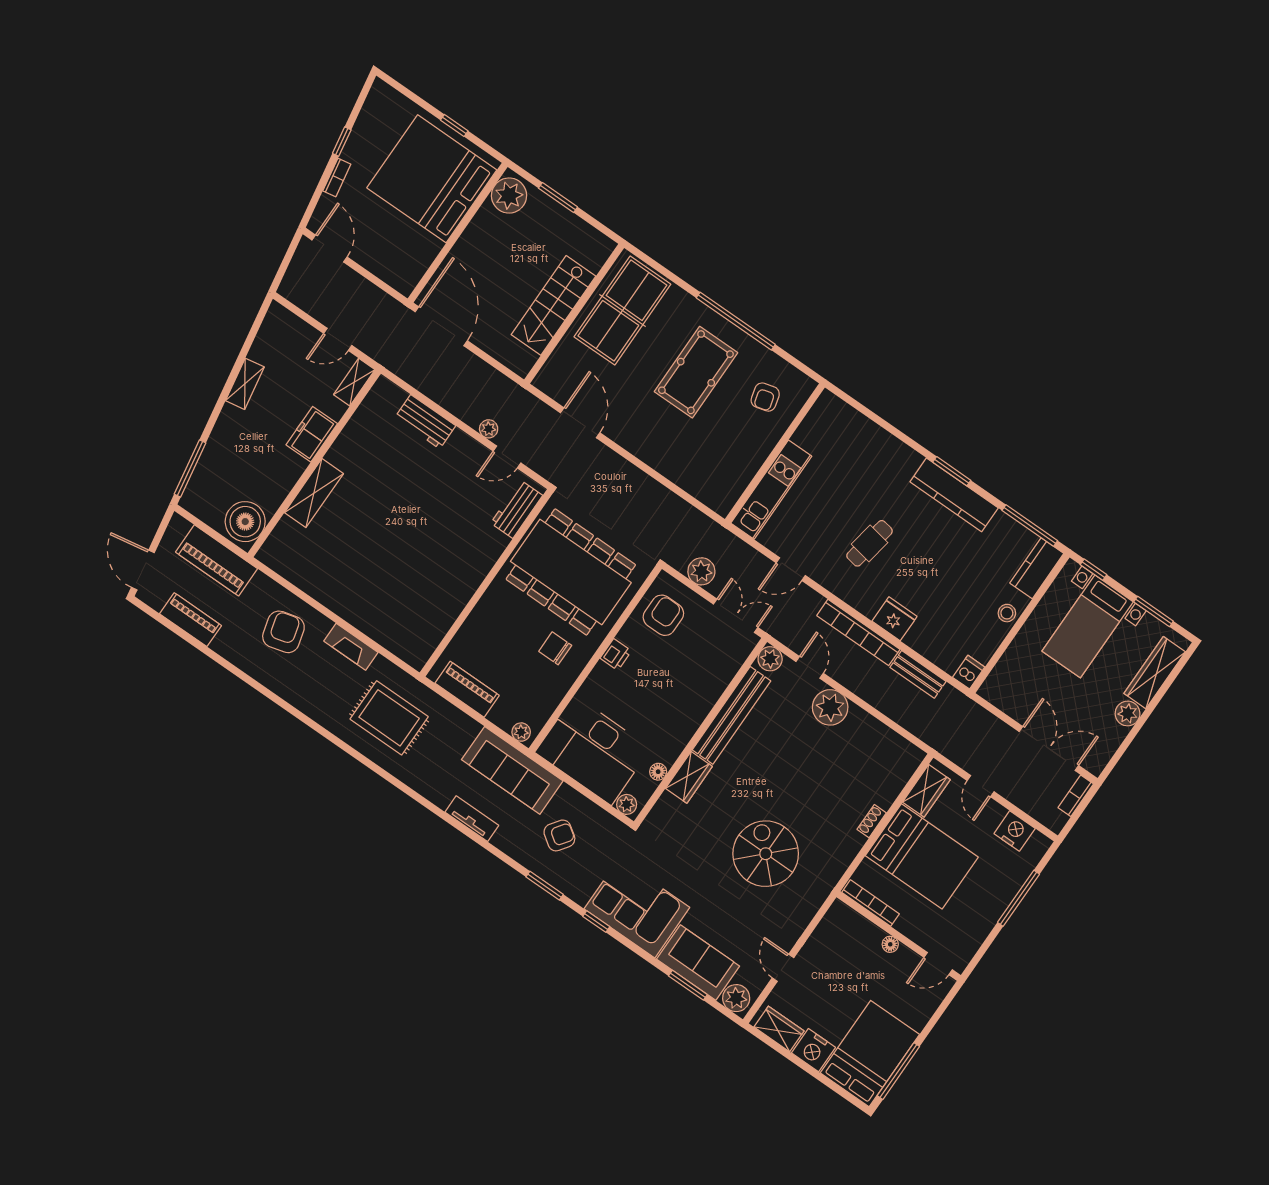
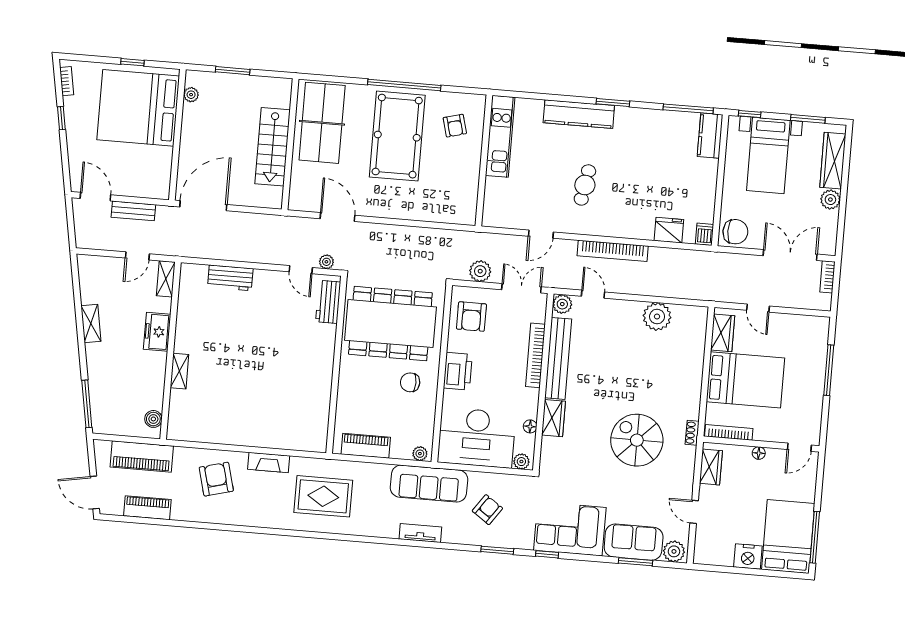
bookcase: (337, 178) -> (67, 81), moved
plant: (509, 196) -> (191, 95), width x0.53, depth x0.53
door: (441, 326) -> (203, 206), hinge flipped
pool table: (696, 372) -> (397, 136), width x1.36, depth x1.32
plant: (489, 429) -> (326, 262), moved
door: (507, 457) -> (301, 270), hinge flipped
kitchen unit: (771, 490) -> (500, 136), moved
shelving: (314, 493) -> (179, 371), width x0.67, depth x0.75
kitchen counter: (954, 495) -> (579, 114), moved
boiler: (245, 522) -> (153, 419), width x0.54, depth x0.54
stool: (1007, 613) -> (707, 178), removed
armchair: (663, 615) -> (471, 317), turned 180
fridge: (895, 619) -> (669, 230), moved
printer: (616, 655) -> (458, 371), width x1.87, depth x1.48
bench: (918, 674) -> (133, 211), moved
chair: (1004, 689) -> (735, 232), added
bookcase: (709, 698) -> (536, 355), added
plant: (830, 707) -> (657, 317), moved
shoe rack: (872, 821) -> (692, 433), moved
nightstand: (1015, 831) -> (799, 325), removed
wardrobe: (779, 1029) -> (711, 467), moved, turned 90

